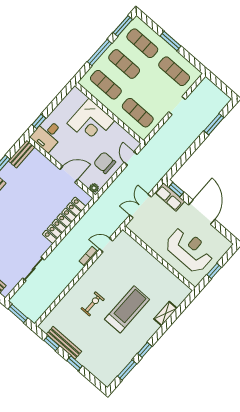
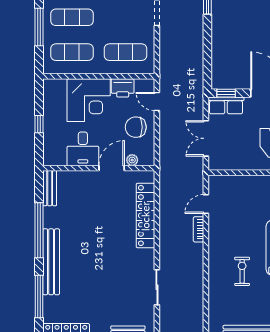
window: (39, 121) -> (39, 124), moved
printer: (117, 132) -> (123, 88), added
desk: (47, 135) -> (83, 149), moved
plant: (94, 188) -> (132, 160), moved

